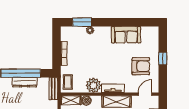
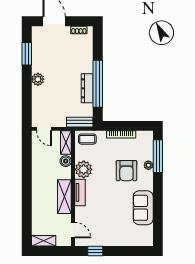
window: (82, 22) -> (158, 156), width x1.44
window: (163, 59) -> (95, 251), moved
armchair: (141, 66) -> (126, 171), moved

